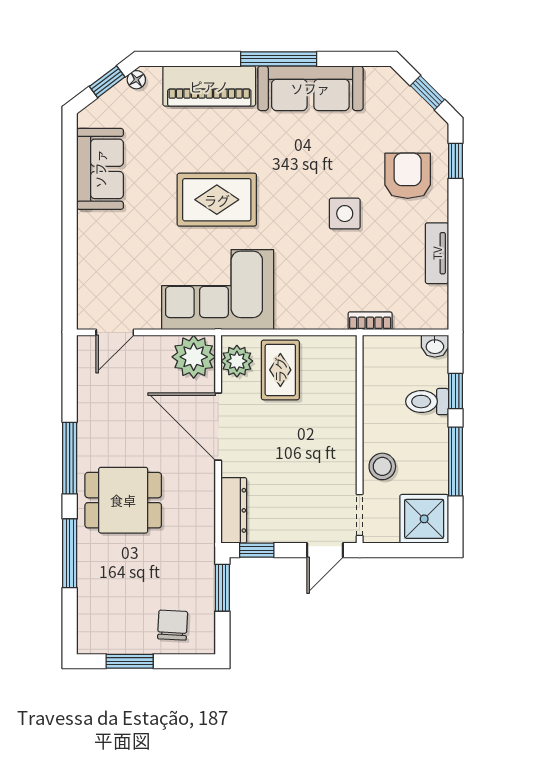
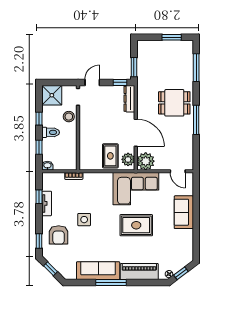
sofa: (100, 169) -> (184, 212), moved
window: (455, 270) -> (39, 197), added
door: (115, 332) -> (178, 171), swing flipped
toilet: (427, 402) -> (51, 132), moved
window: (455, 462) -> (39, 119), width x0.46
window: (70, 553) -> (196, 68), moved
chair: (173, 625) -> (154, 52), removed

